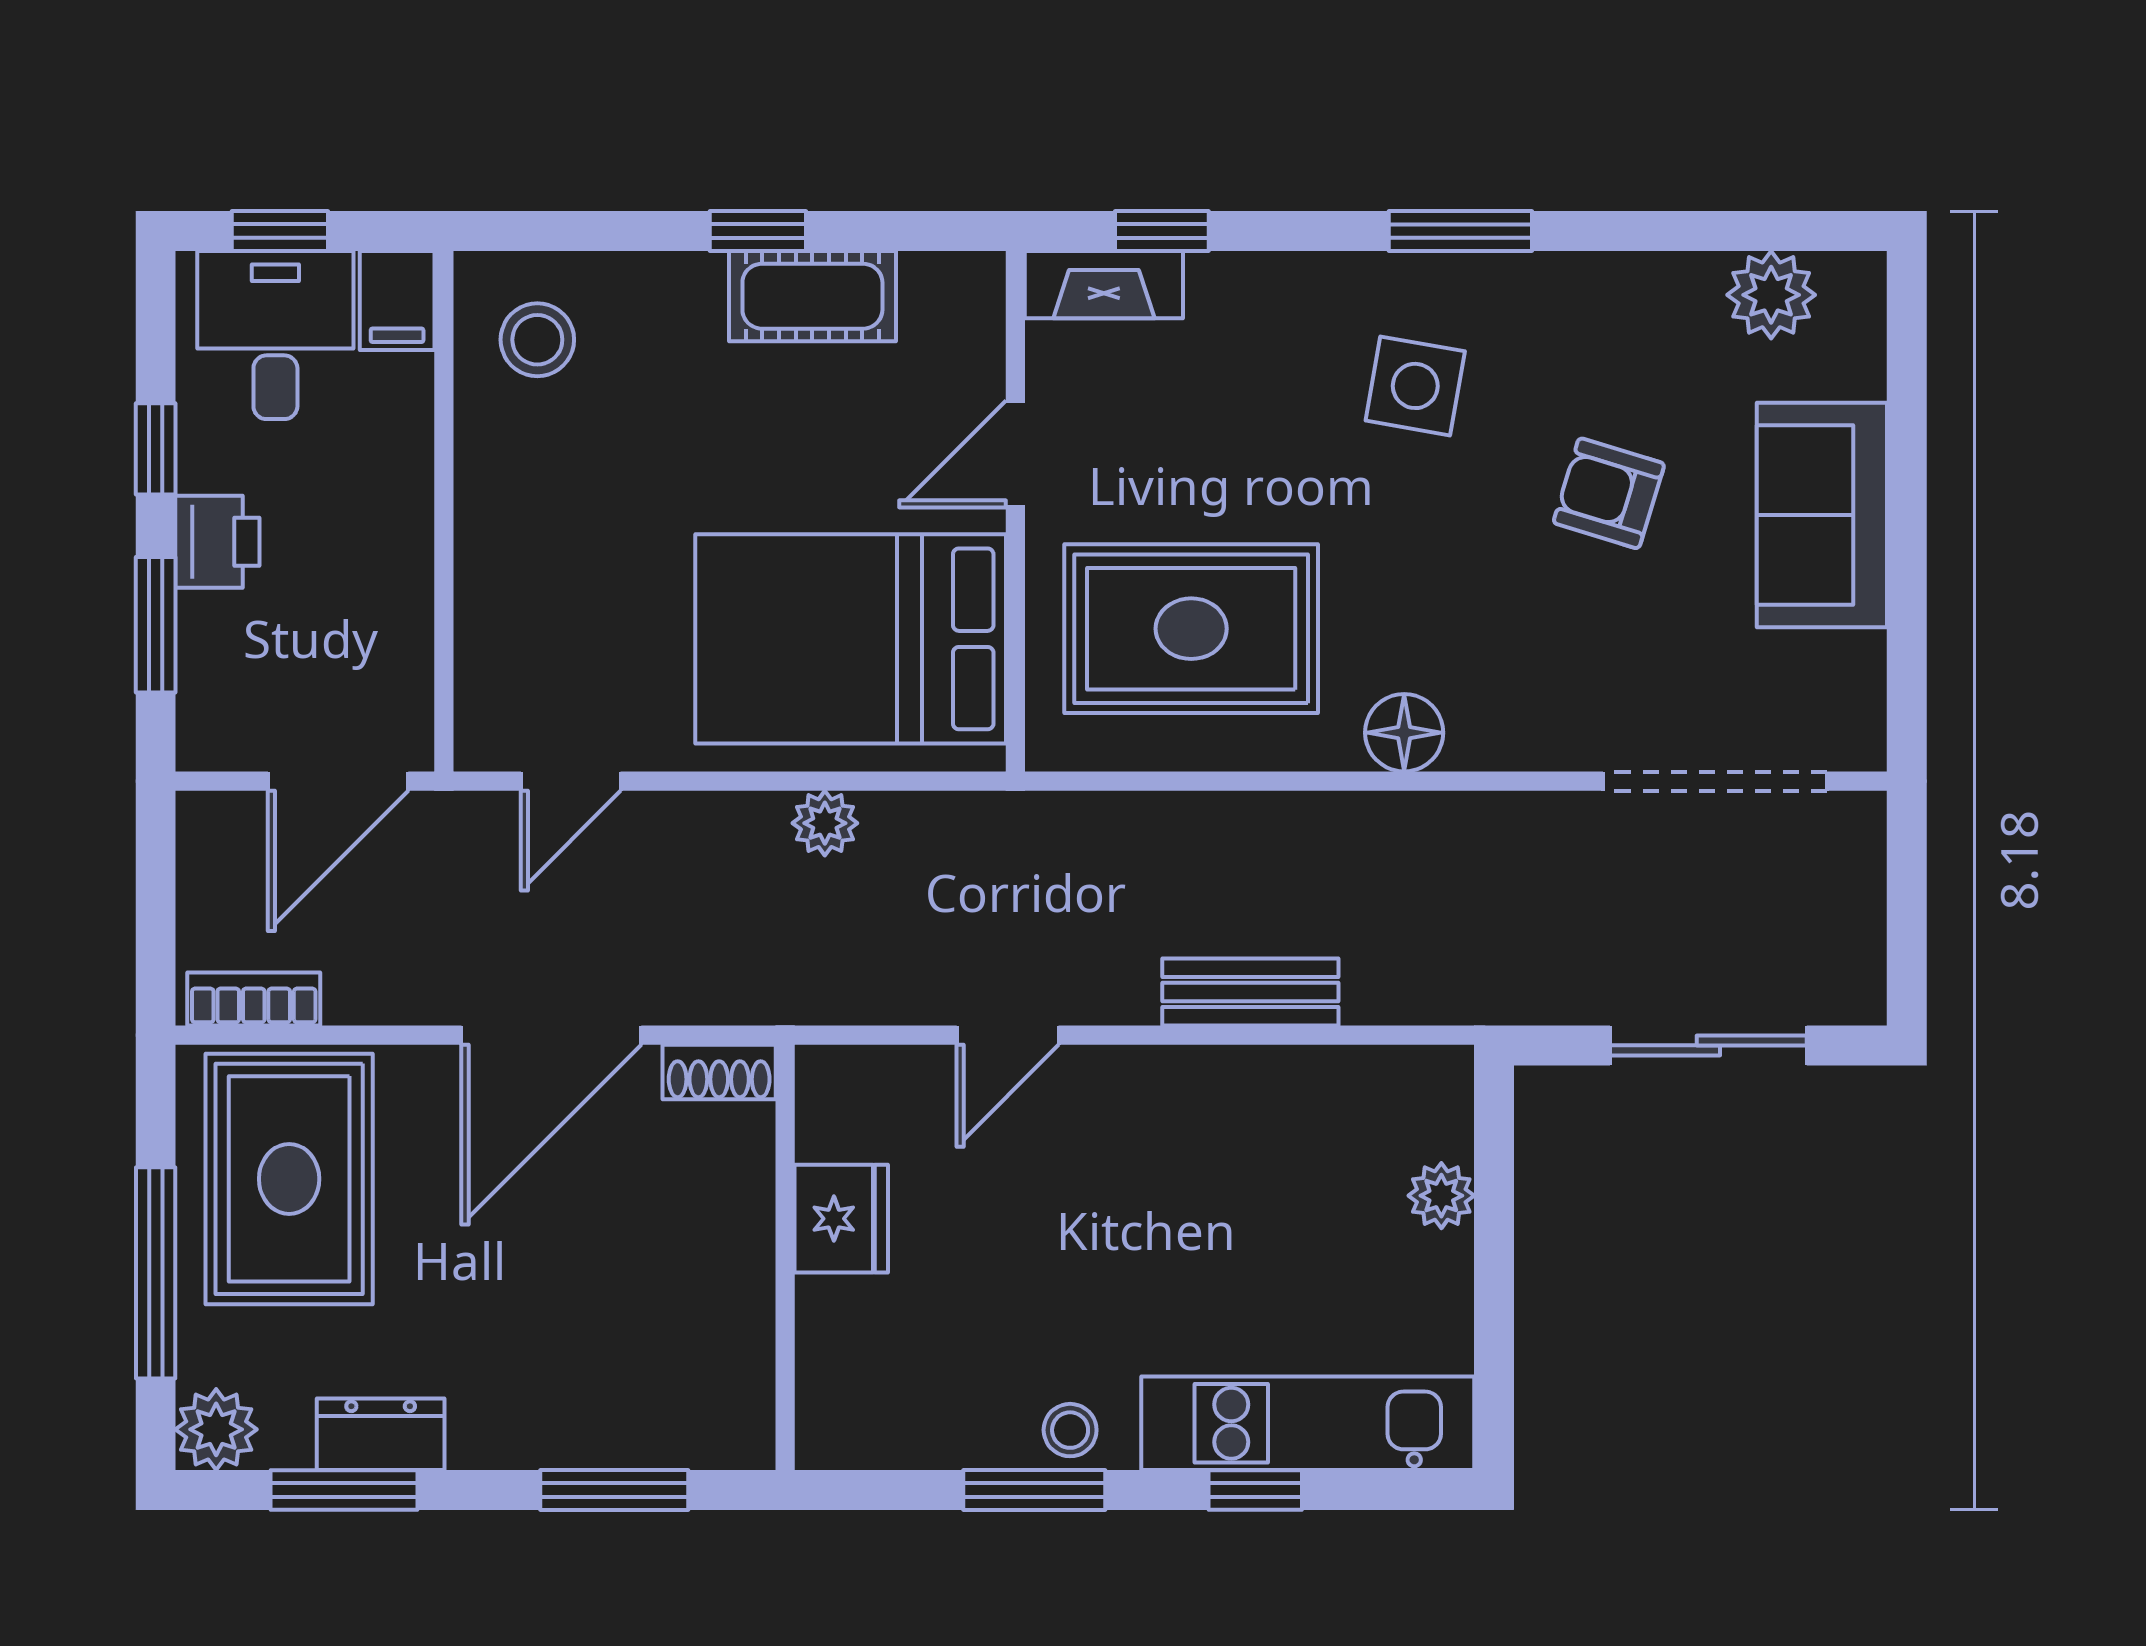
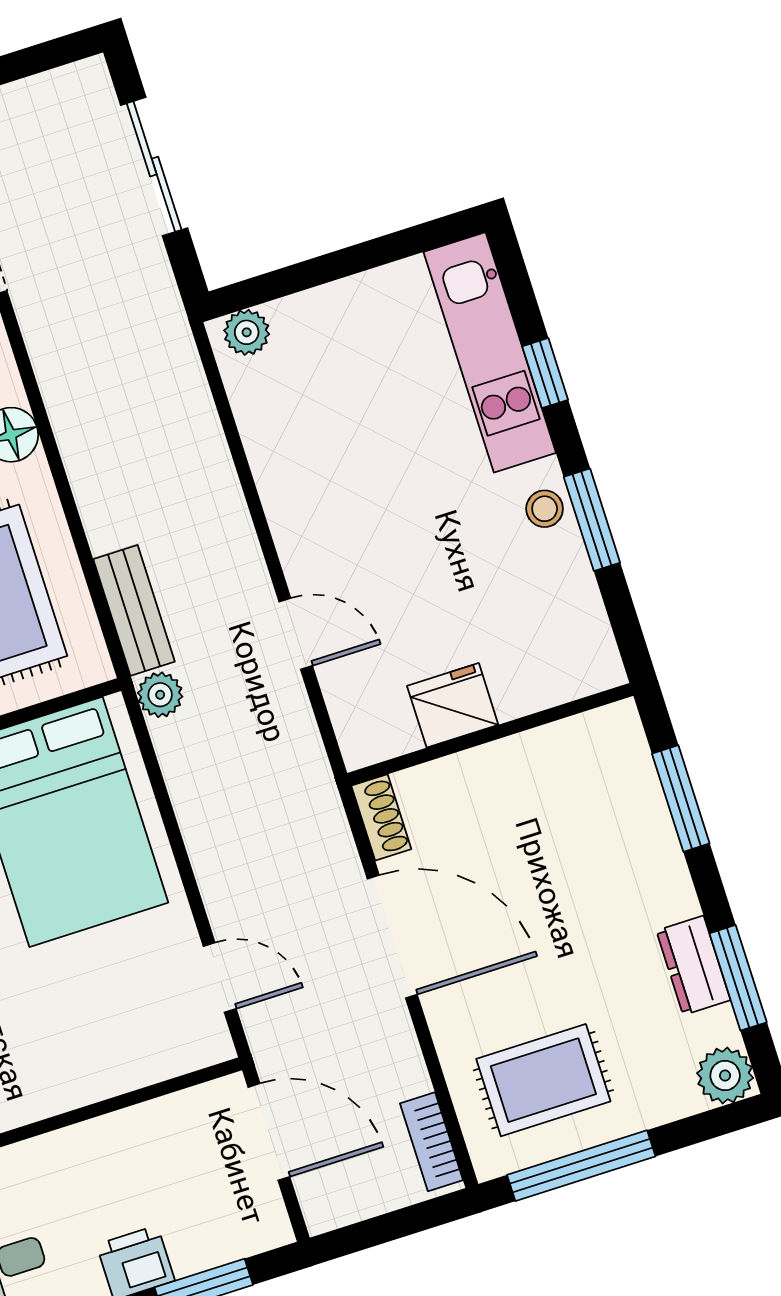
plant: (825, 823) -> (160, 695), moved
bench: (1250, 992) -> (134, 610), moved
rug: (289, 1179) -> (543, 1080), width x0.73, depth x0.70
plant: (1441, 1196) -> (247, 332), moved
window: (156, 1273) -> (581, 1166), moved

